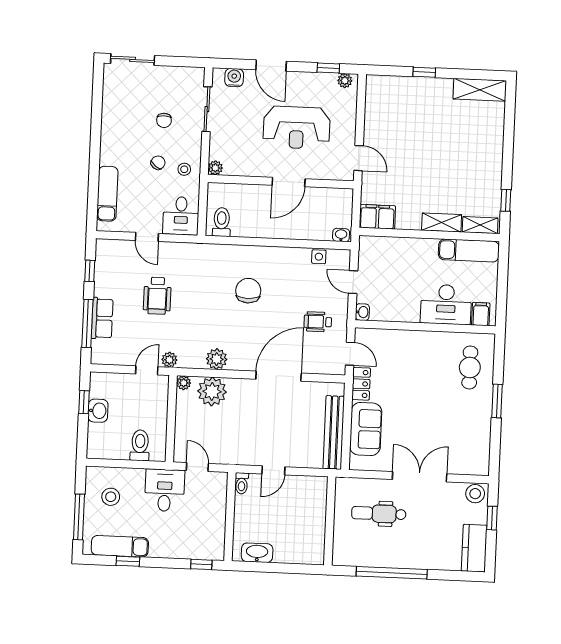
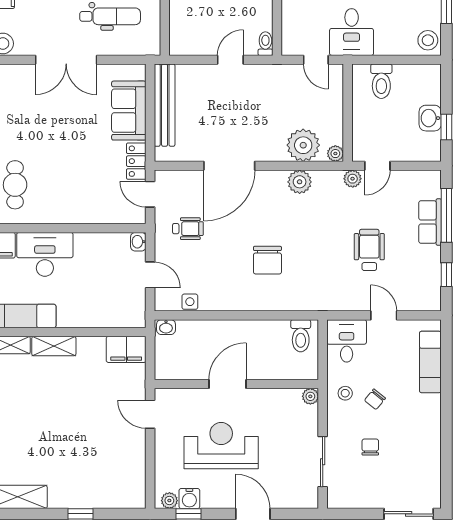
water cooler: (234, 78) -> (189, 499), moved
stool: (111, 497) -> (428, 40), moved

